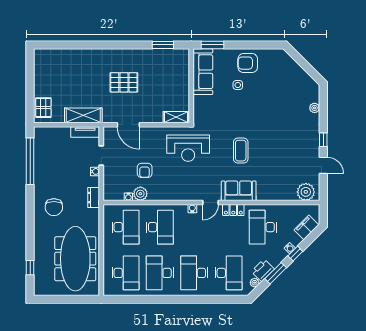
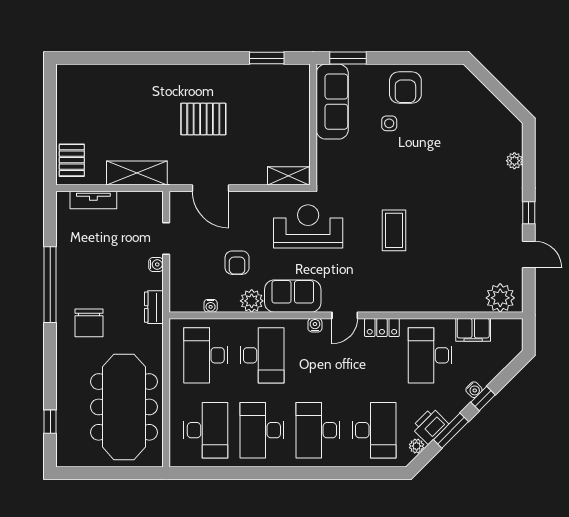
armchair: (248, 63) -> (405, 88), turned -90
tv unit: (85, 132) -> (93, 200), moved
reception desk: (188, 148) -> (308, 226), turned 180
window: (30, 161) -> (50, 285), moved
sofa: (239, 191) -> (293, 296), moved
plant: (140, 194) -> (252, 301), moved
desk: (125, 227) -> (206, 355), turned 180
filing cabinet: (306, 227) -> (473, 330), moved, turned -135

